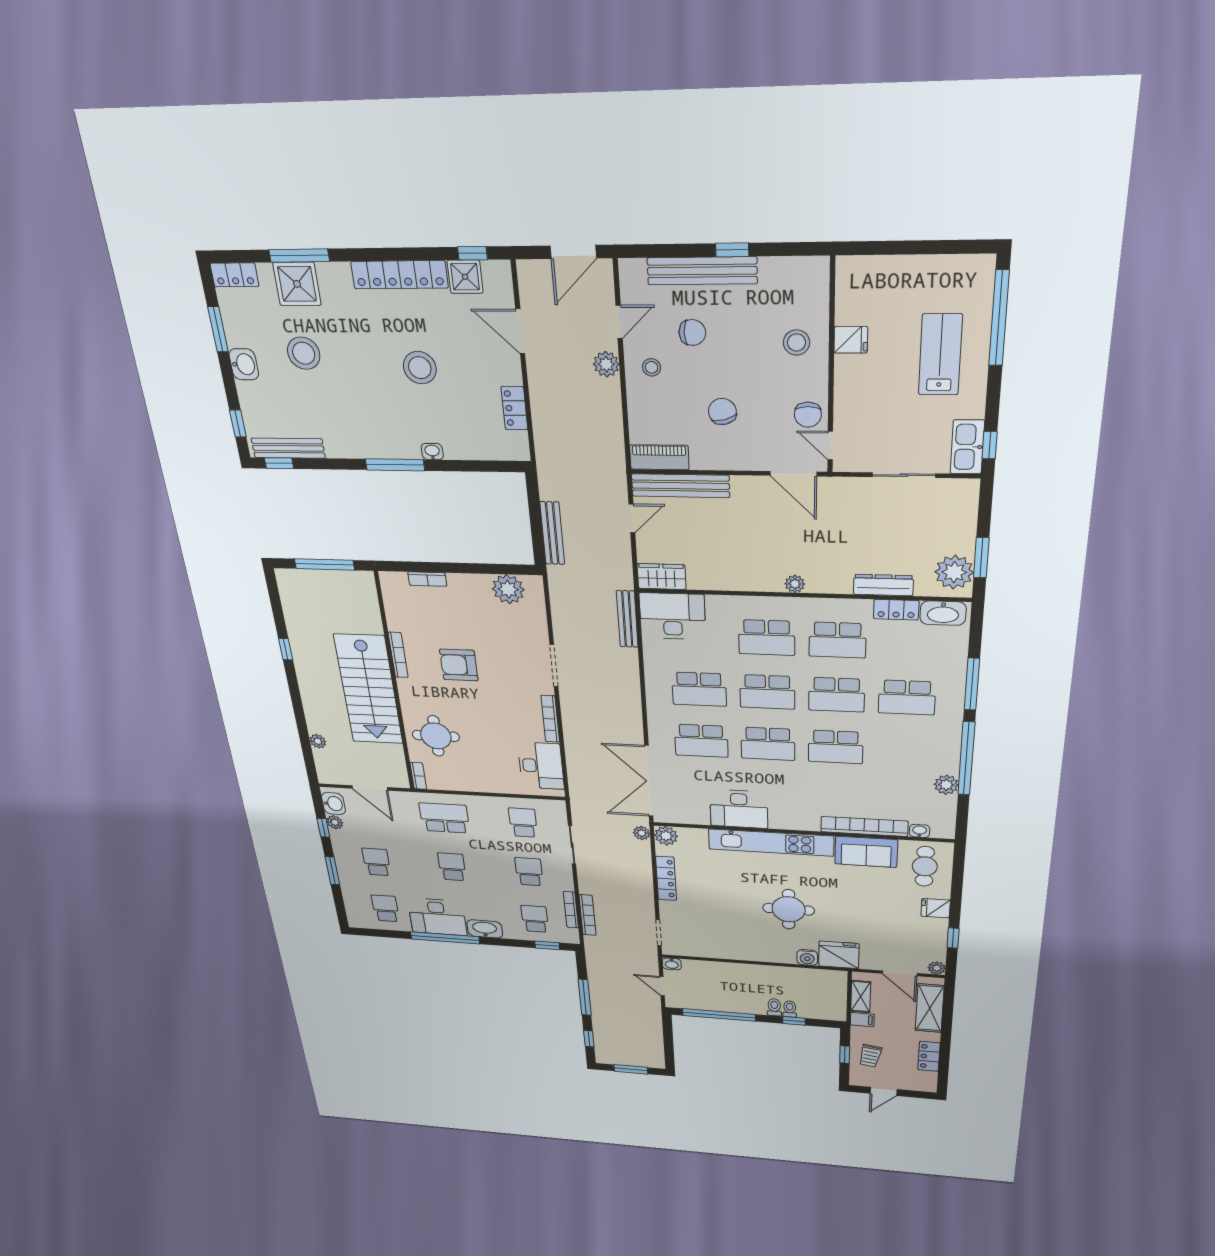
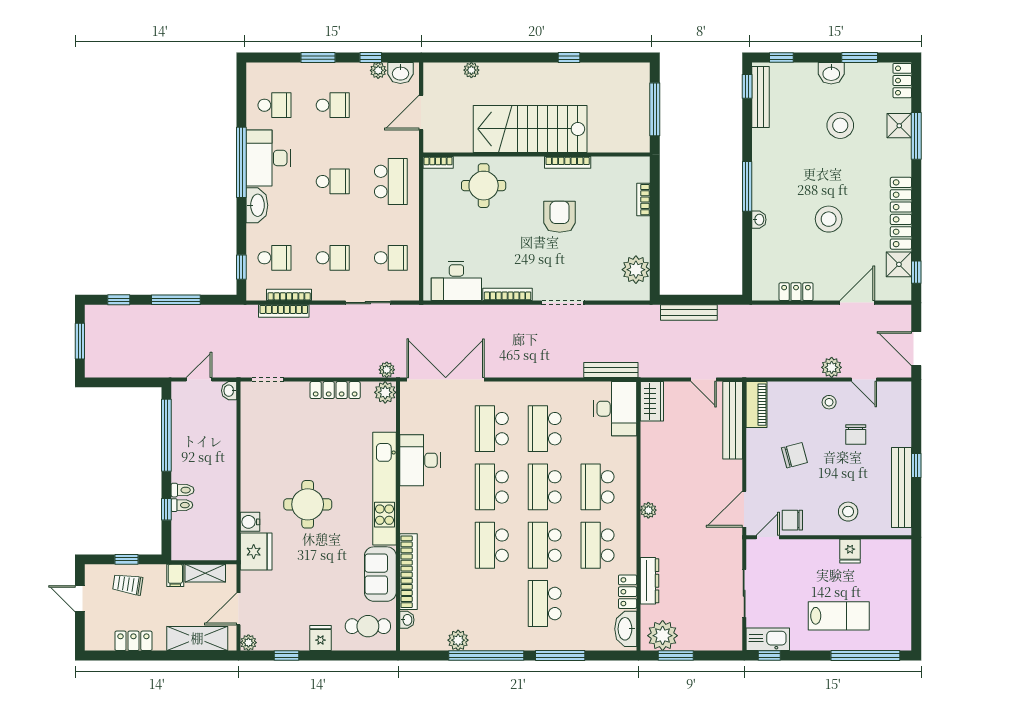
bench: (702, 271) -> (902, 488), moved
shower: (297, 284) -> (899, 126), width x0.73, depth x0.73

